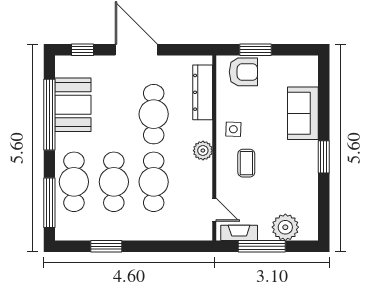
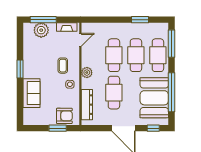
armchair: (243, 72) -> (64, 116), turned 180
booth: (73, 105) -> (154, 98), width x1.36, depth x1.42
door: (214, 210) -> (80, 40), swing flipped
window: (262, 246) -> (43, 20), moved

